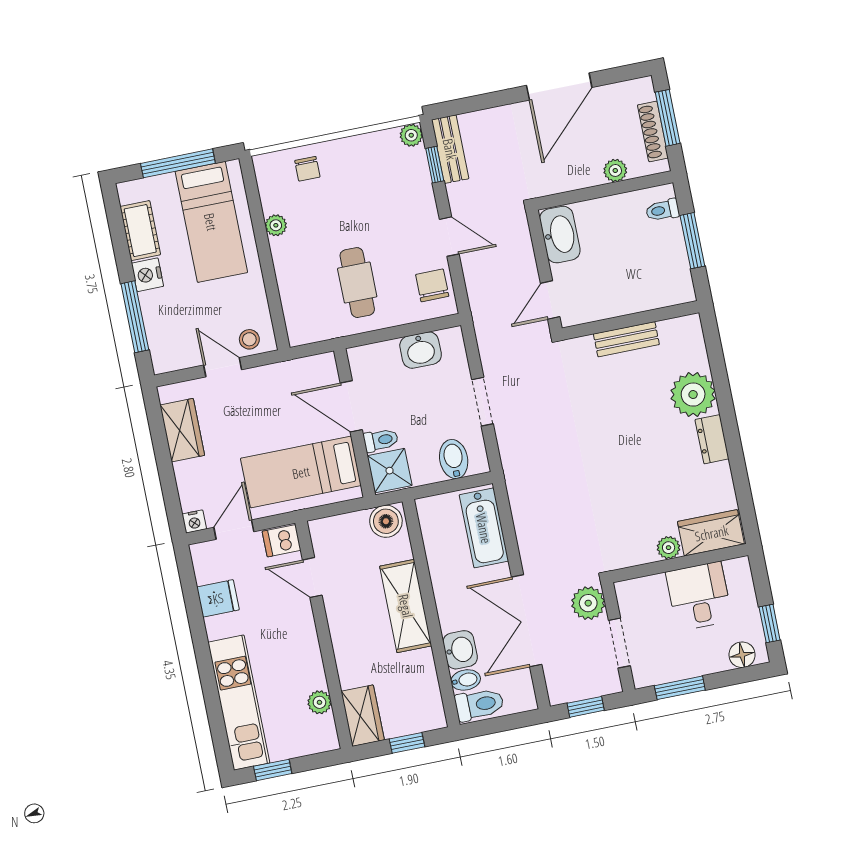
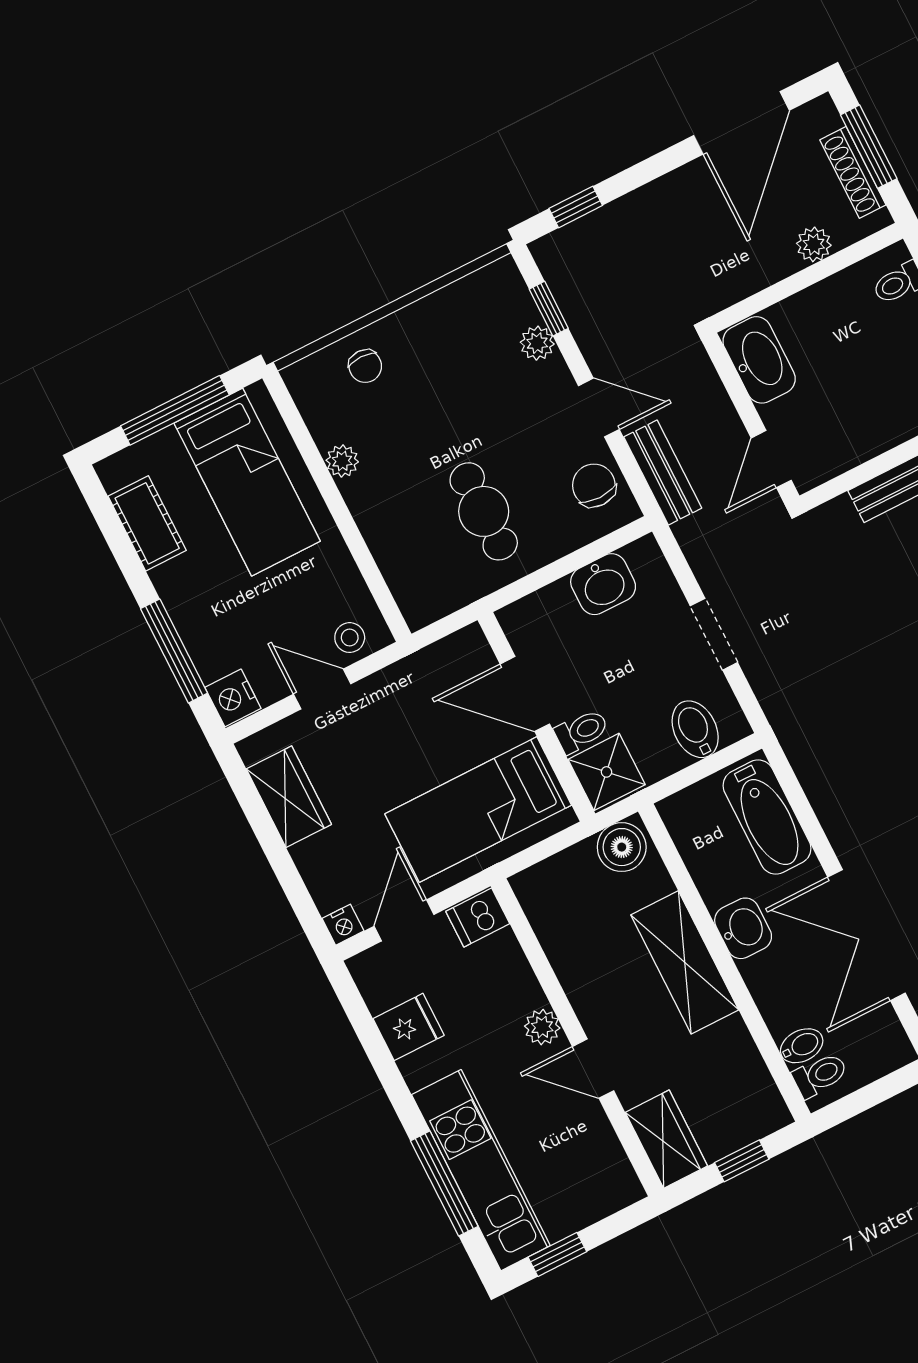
door: (559, 86) -> (742, 123), moved
window: (470, 104) -> (576, 207), added
plant: (411, 135) -> (537, 343), moved
bench: (450, 149) -> (663, 472), moved
nightstand: (147, 275) -> (233, 698), moved
door: (312, 578) -> (593, 1069), moved
washbasin: (460, 650) -> (743, 928), moved
plant: (319, 702) -> (542, 1027), moved
toilet: (479, 704) -> (820, 1075), width x0.73, depth x0.72
window: (213, 705) -> (444, 1184), added

